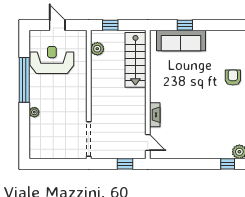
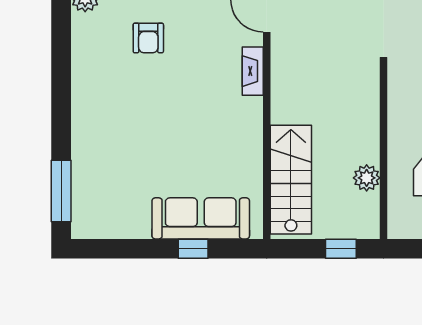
plant: (97, 49) -> (367, 178), moved
armchair: (233, 77) -> (148, 38), moved

